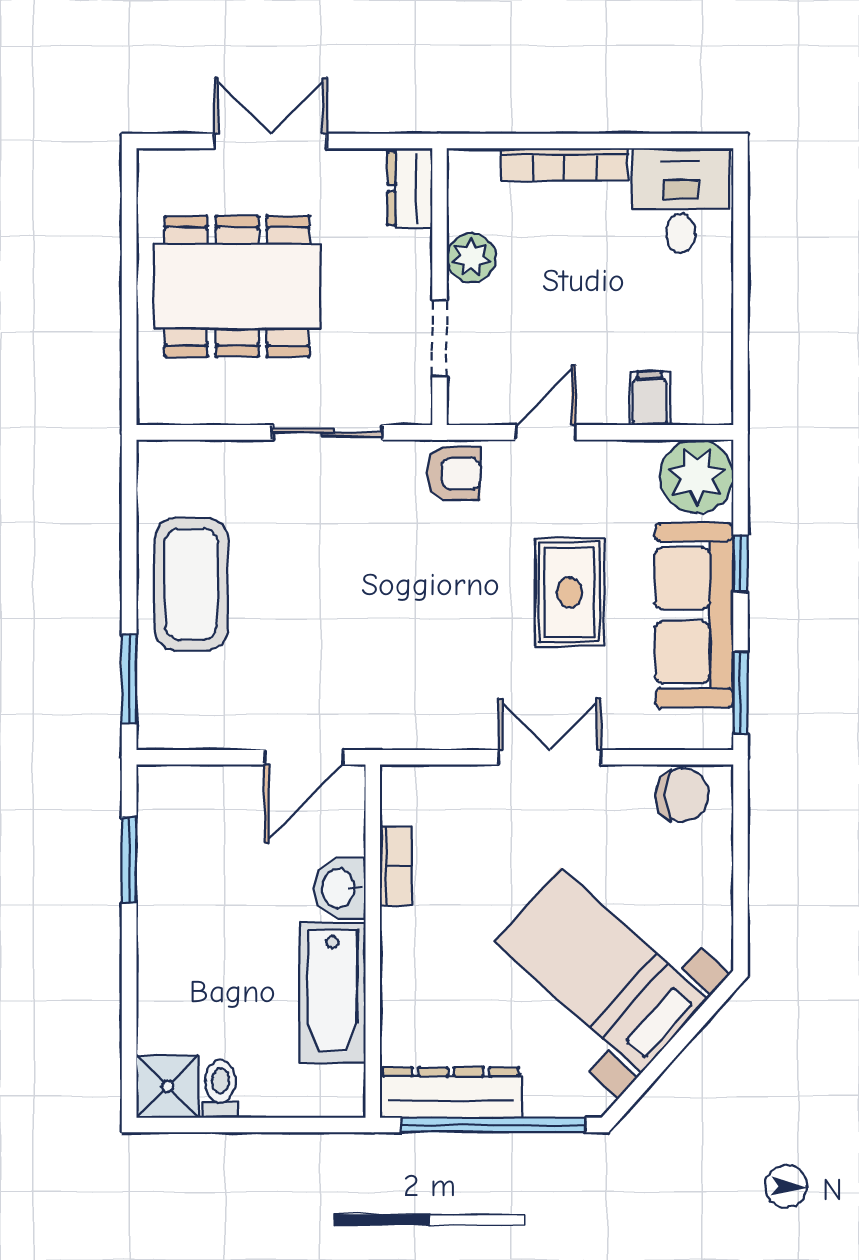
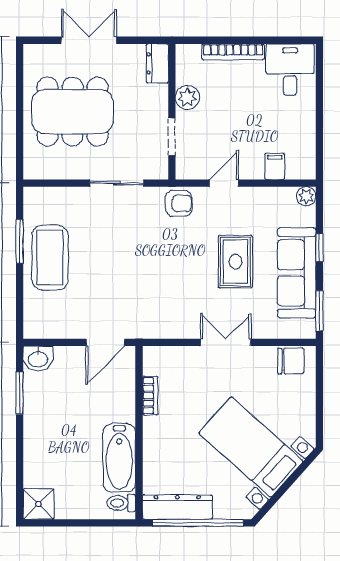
plant: (697, 476) -> (306, 196), width x0.53, depth x0.53
window: (129, 679) -> (20, 241), moved
washbasin: (340, 888) -> (38, 359), moved, turned -90
toilet: (220, 1089) -> (121, 503), moved, turned -90

